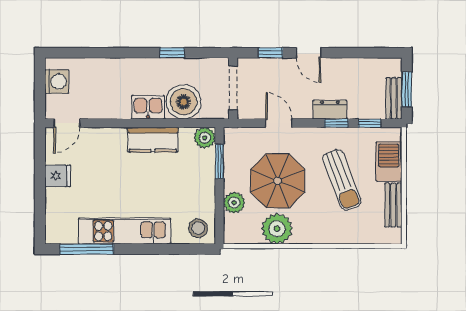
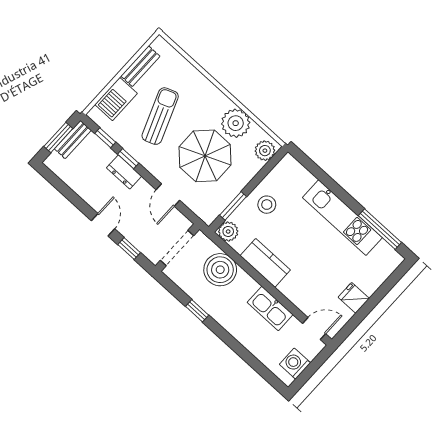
kitchen sink: (148, 107) -> (270, 308), moved, width x1.38
plant: (234, 203) -> (265, 151), moved
stool: (198, 228) -> (267, 205), moved

